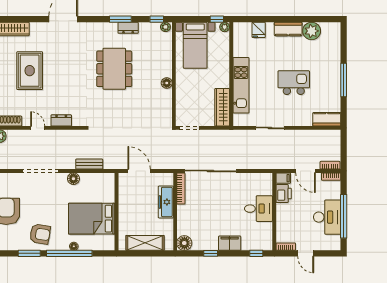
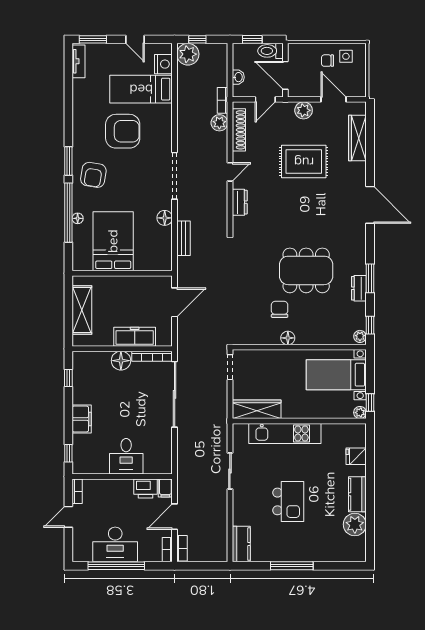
chair: (144, 89) -> (280, 309), added
floor lamp: (184, 243) -> (121, 361), moved
window: (211, 253) -> (68, 378), moved

